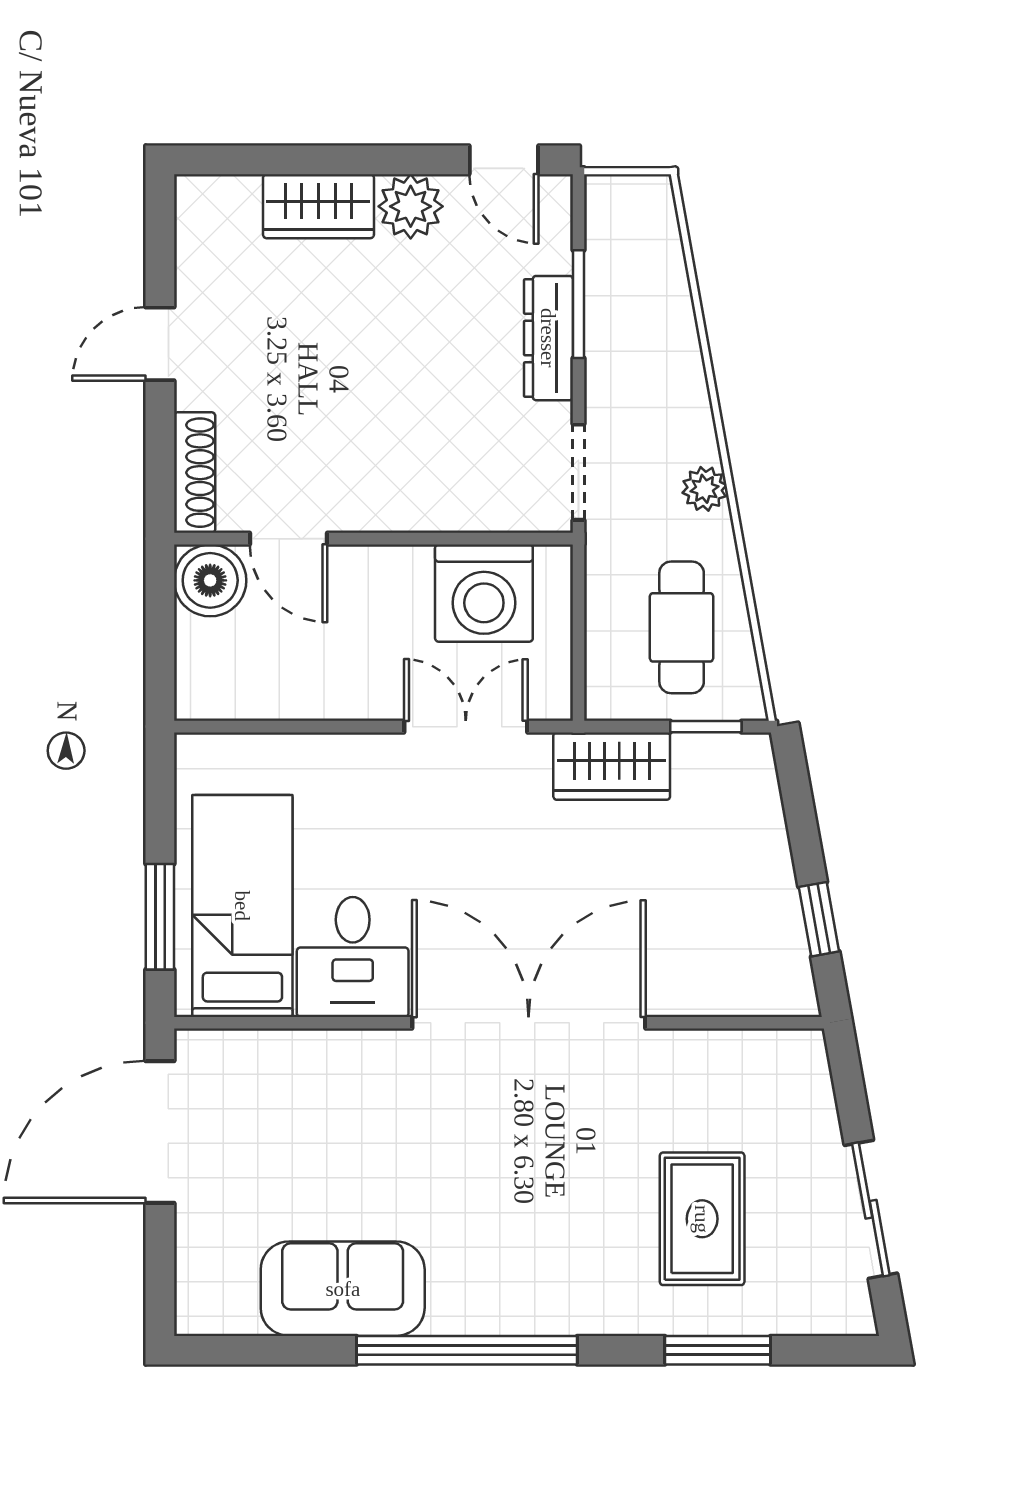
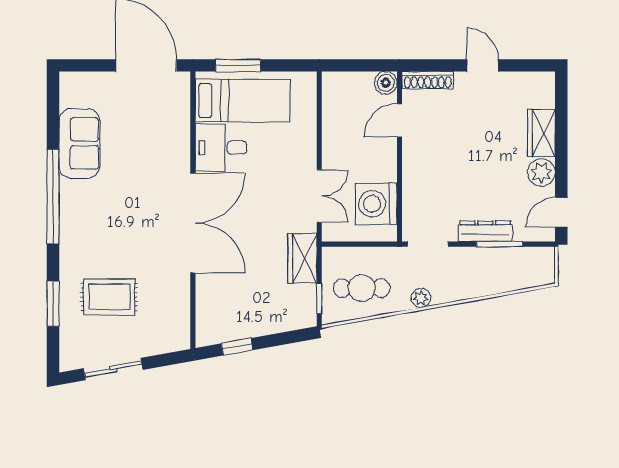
boiler: (210, 580) -> (386, 83), width x0.73, depth x0.73

